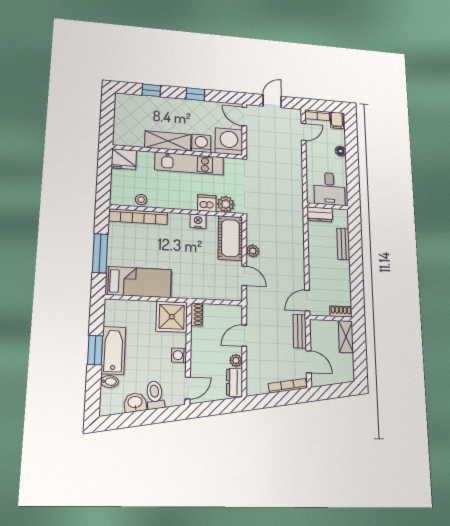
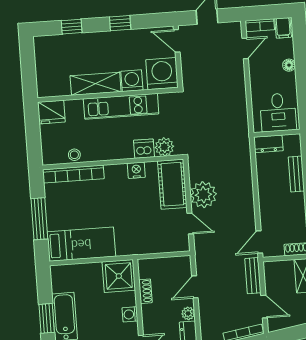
plant: (253, 251) -> (203, 195), width x1.88, depth x1.88
shoe rack: (197, 314) -> (145, 291), moved

